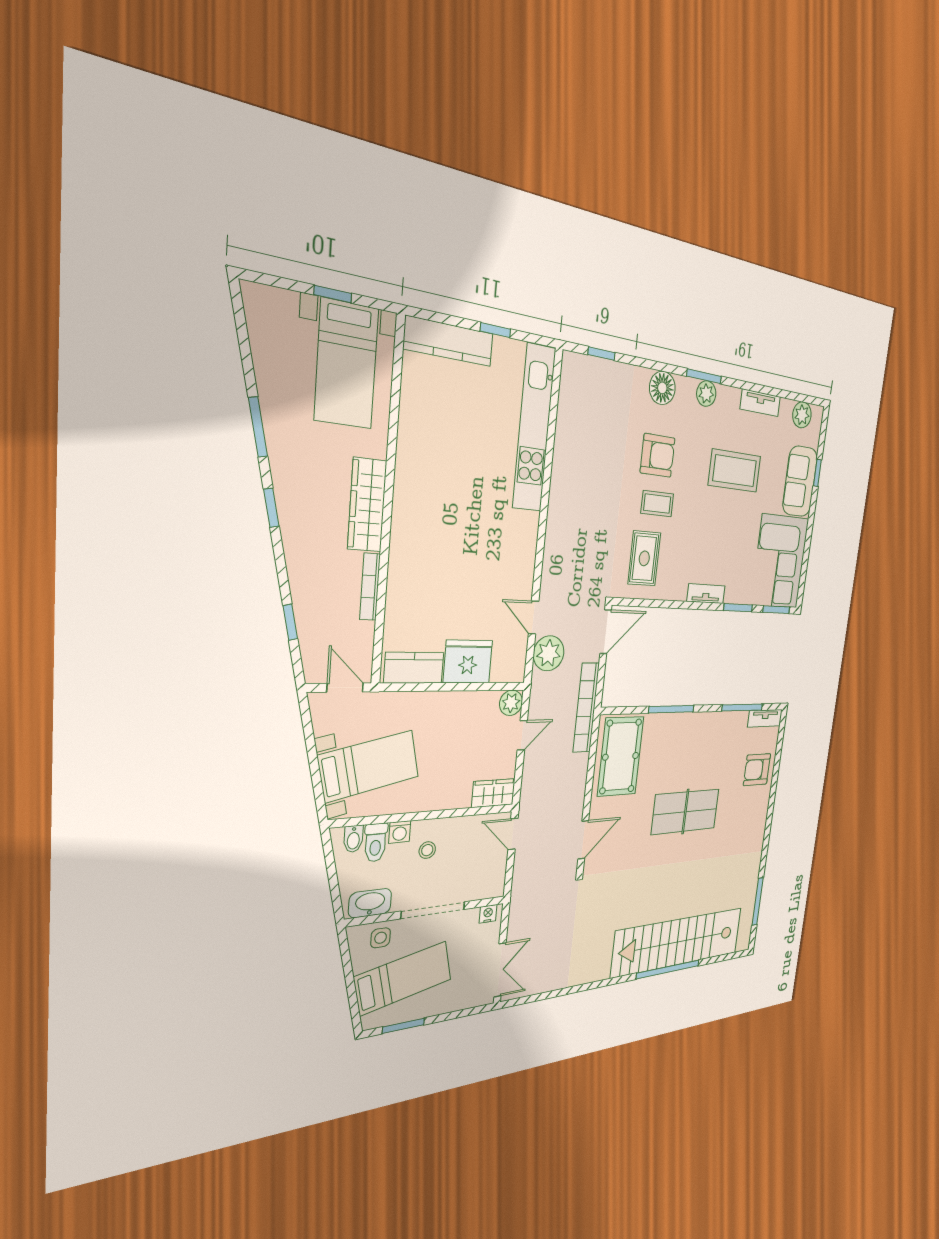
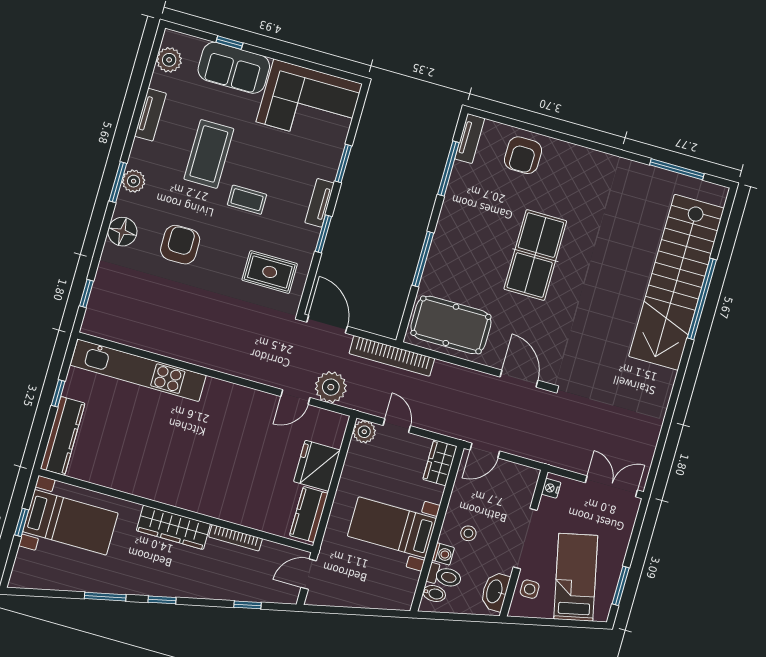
coffee table: (657, 504) -> (247, 200), moved, turned 90
window: (776, 610) -> (323, 234), moved
bed with nightstands: (369, 766) -> (392, 527), moved, turned -77

